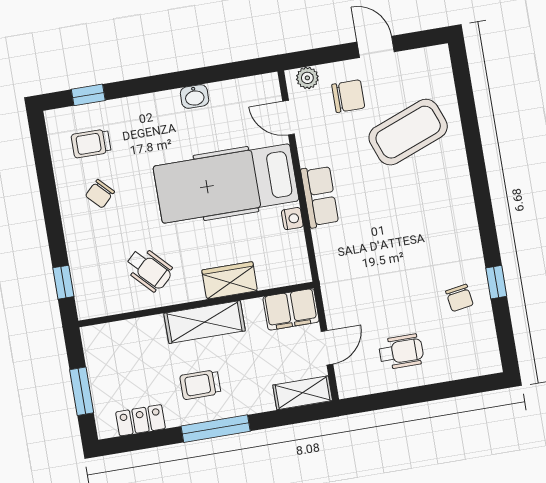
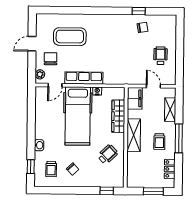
washbasin: (195, 97) -> (39, 145), moved
coffee table: (408, 132) -> (70, 37), turned -69
row of seats: (320, 196) -> (84, 78), width x1.48
wardrobe: (230, 280) -> (118, 116), width x1.50
shelving: (303, 393) -> (170, 110), moved

